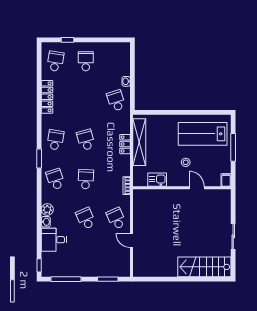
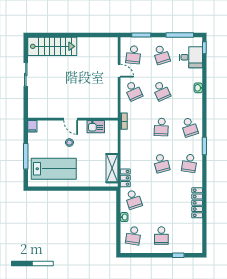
school desk: (55, 61) -> (133, 236), moved
shelving: (139, 142) -> (112, 168), width x0.68
locker: (125, 144) -> (125, 178), moved
door: (197, 188) -> (71, 119), moved
plant: (47, 209) -> (197, 99), removed
desk: (54, 240) -> (191, 57), moved
school desk: (86, 258) -> (161, 55), added
school desk: (116, 258) -> (133, 55), added

